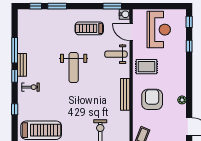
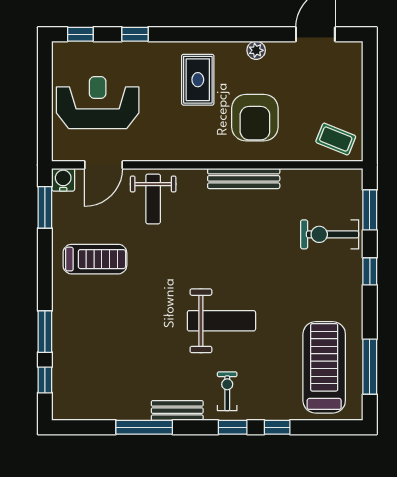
treadmill: (89, 28) -> (95, 259), turned -90
weight bench: (74, 67) -> (221, 321), moved
rug: (146, 67) -> (198, 80), moved
window: (15, 76) -> (233, 427), moved
armchair: (152, 99) -> (255, 118), turned -90

